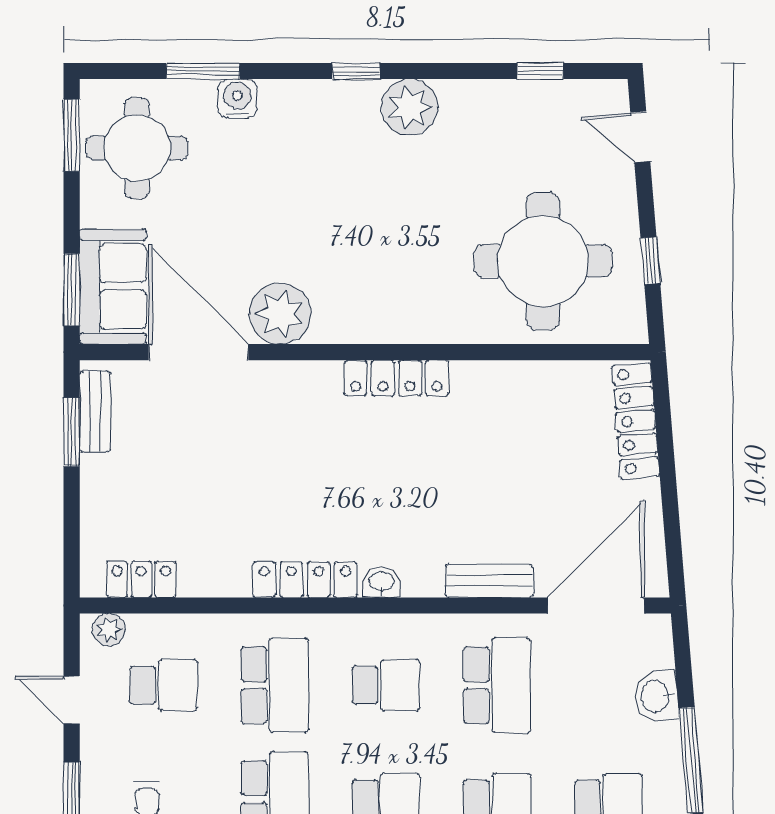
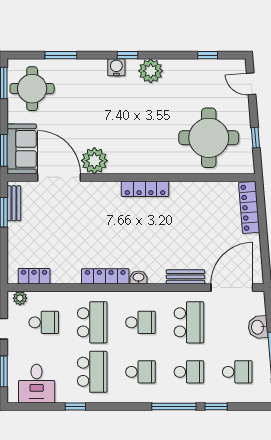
water cooler: (237, 99) -> (116, 67), moved

